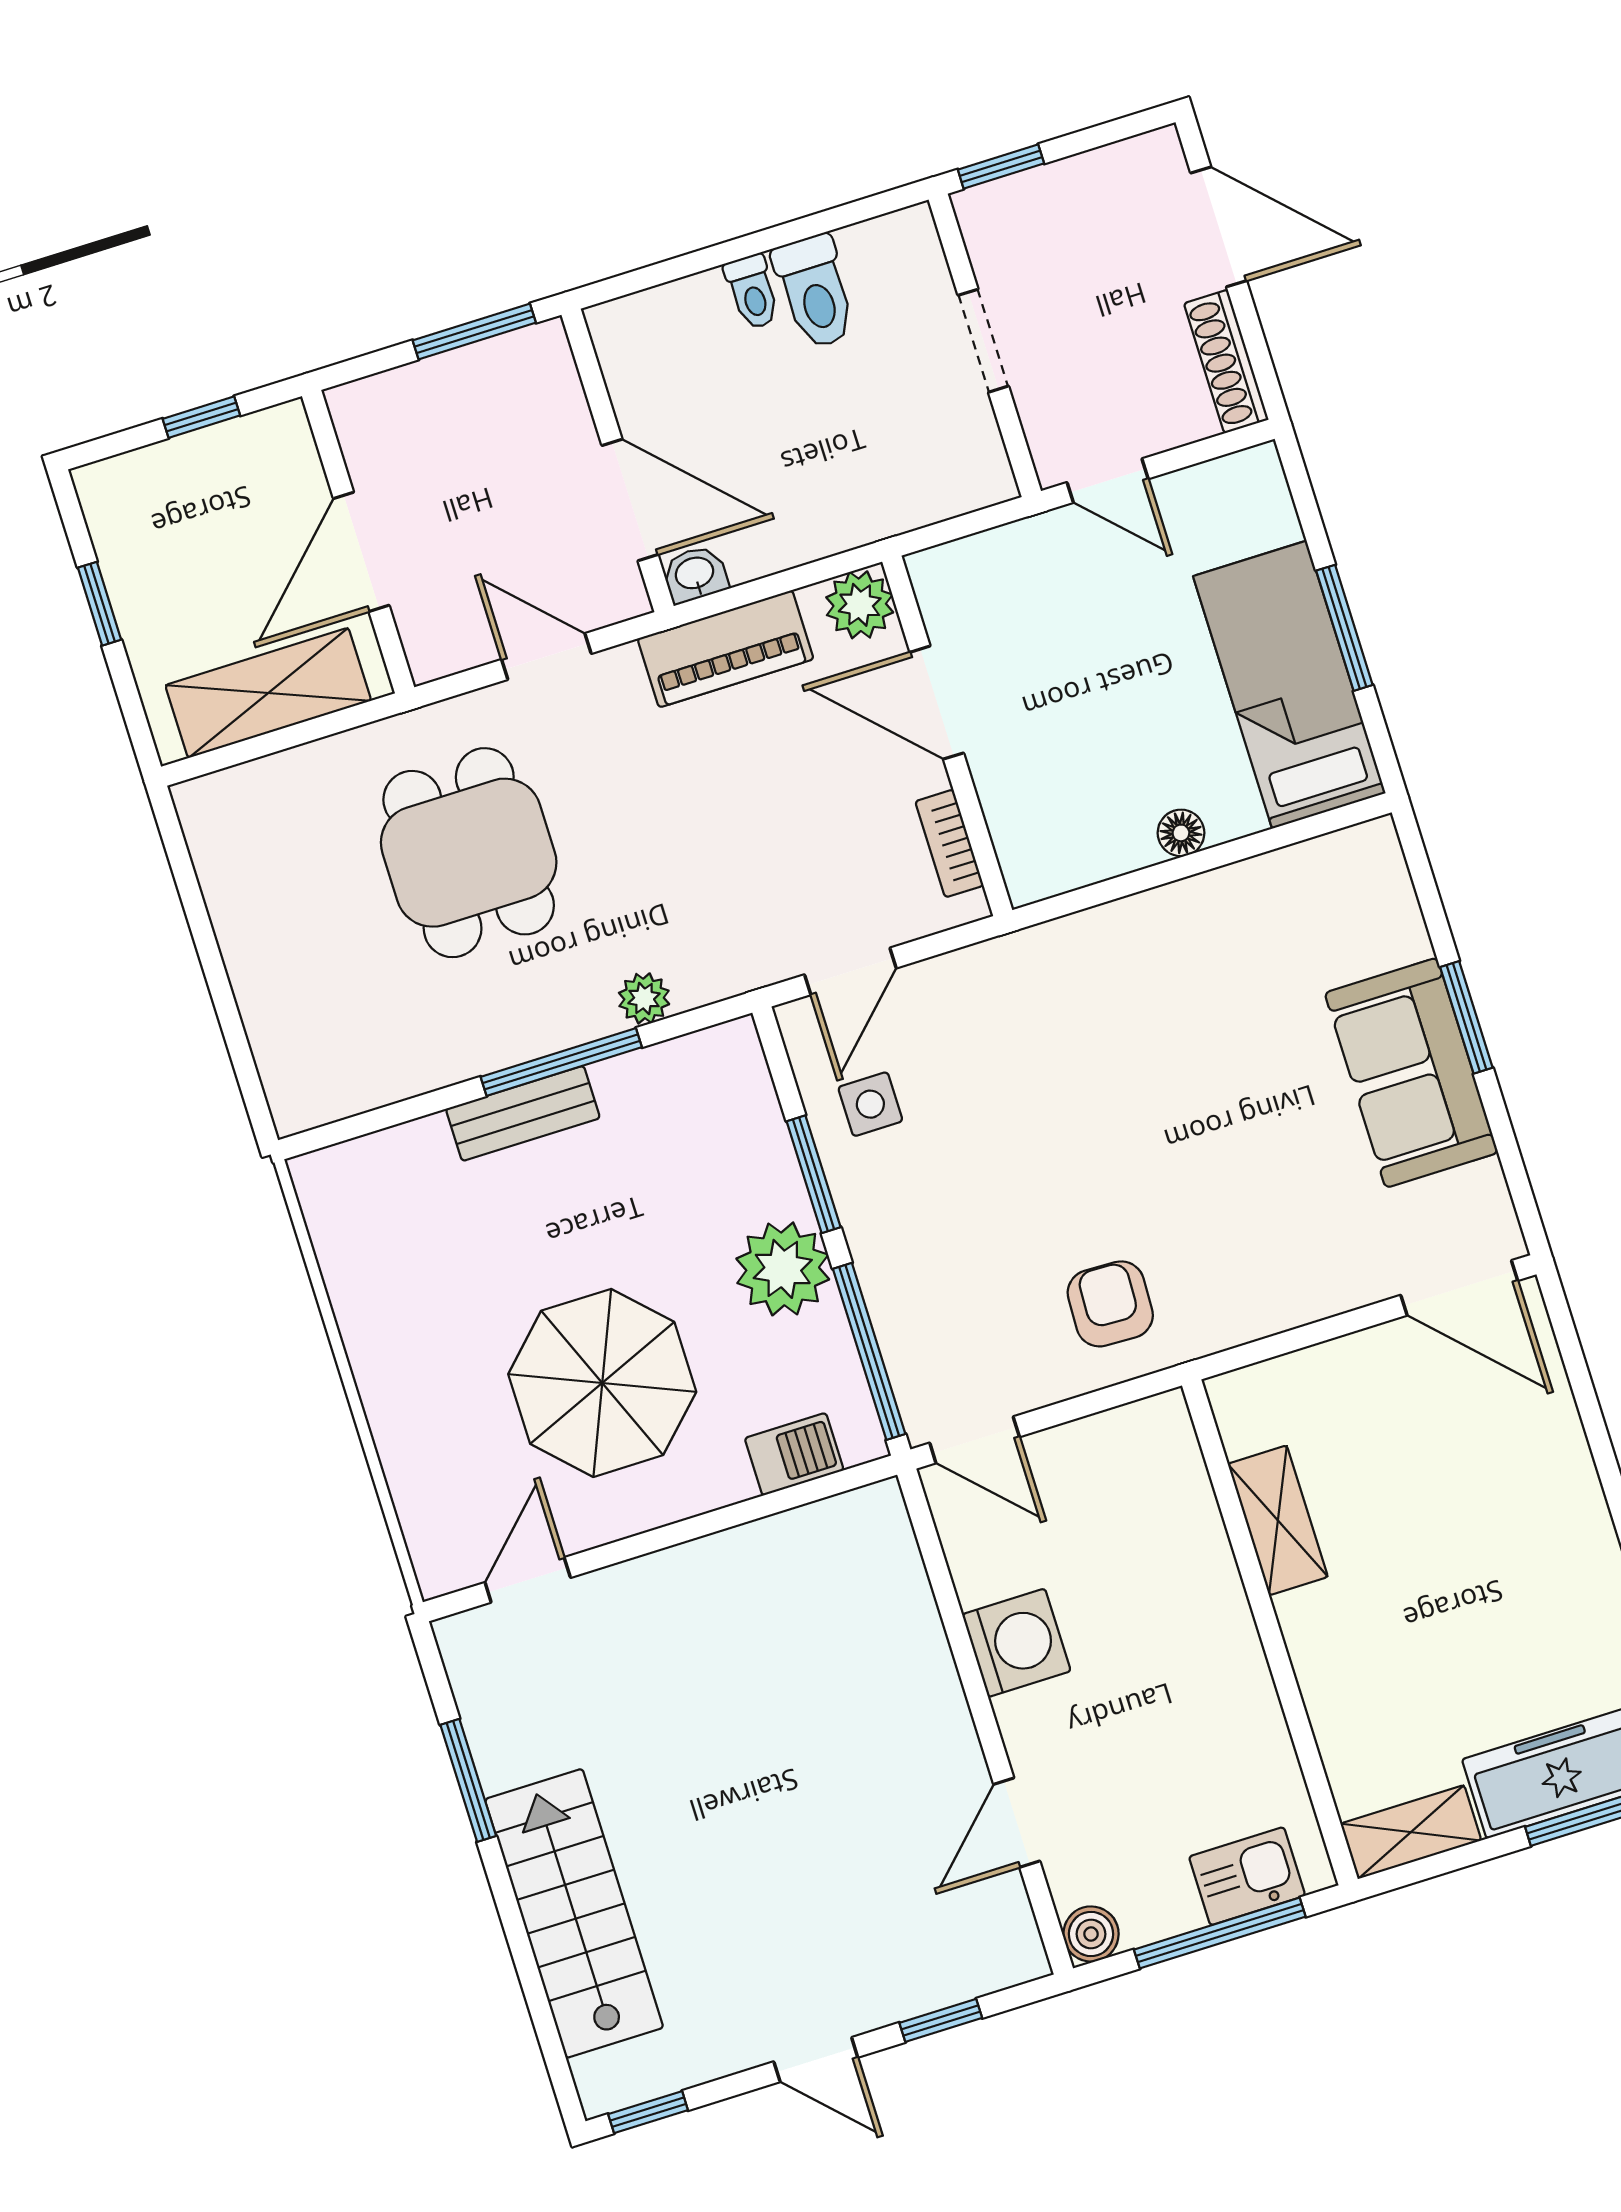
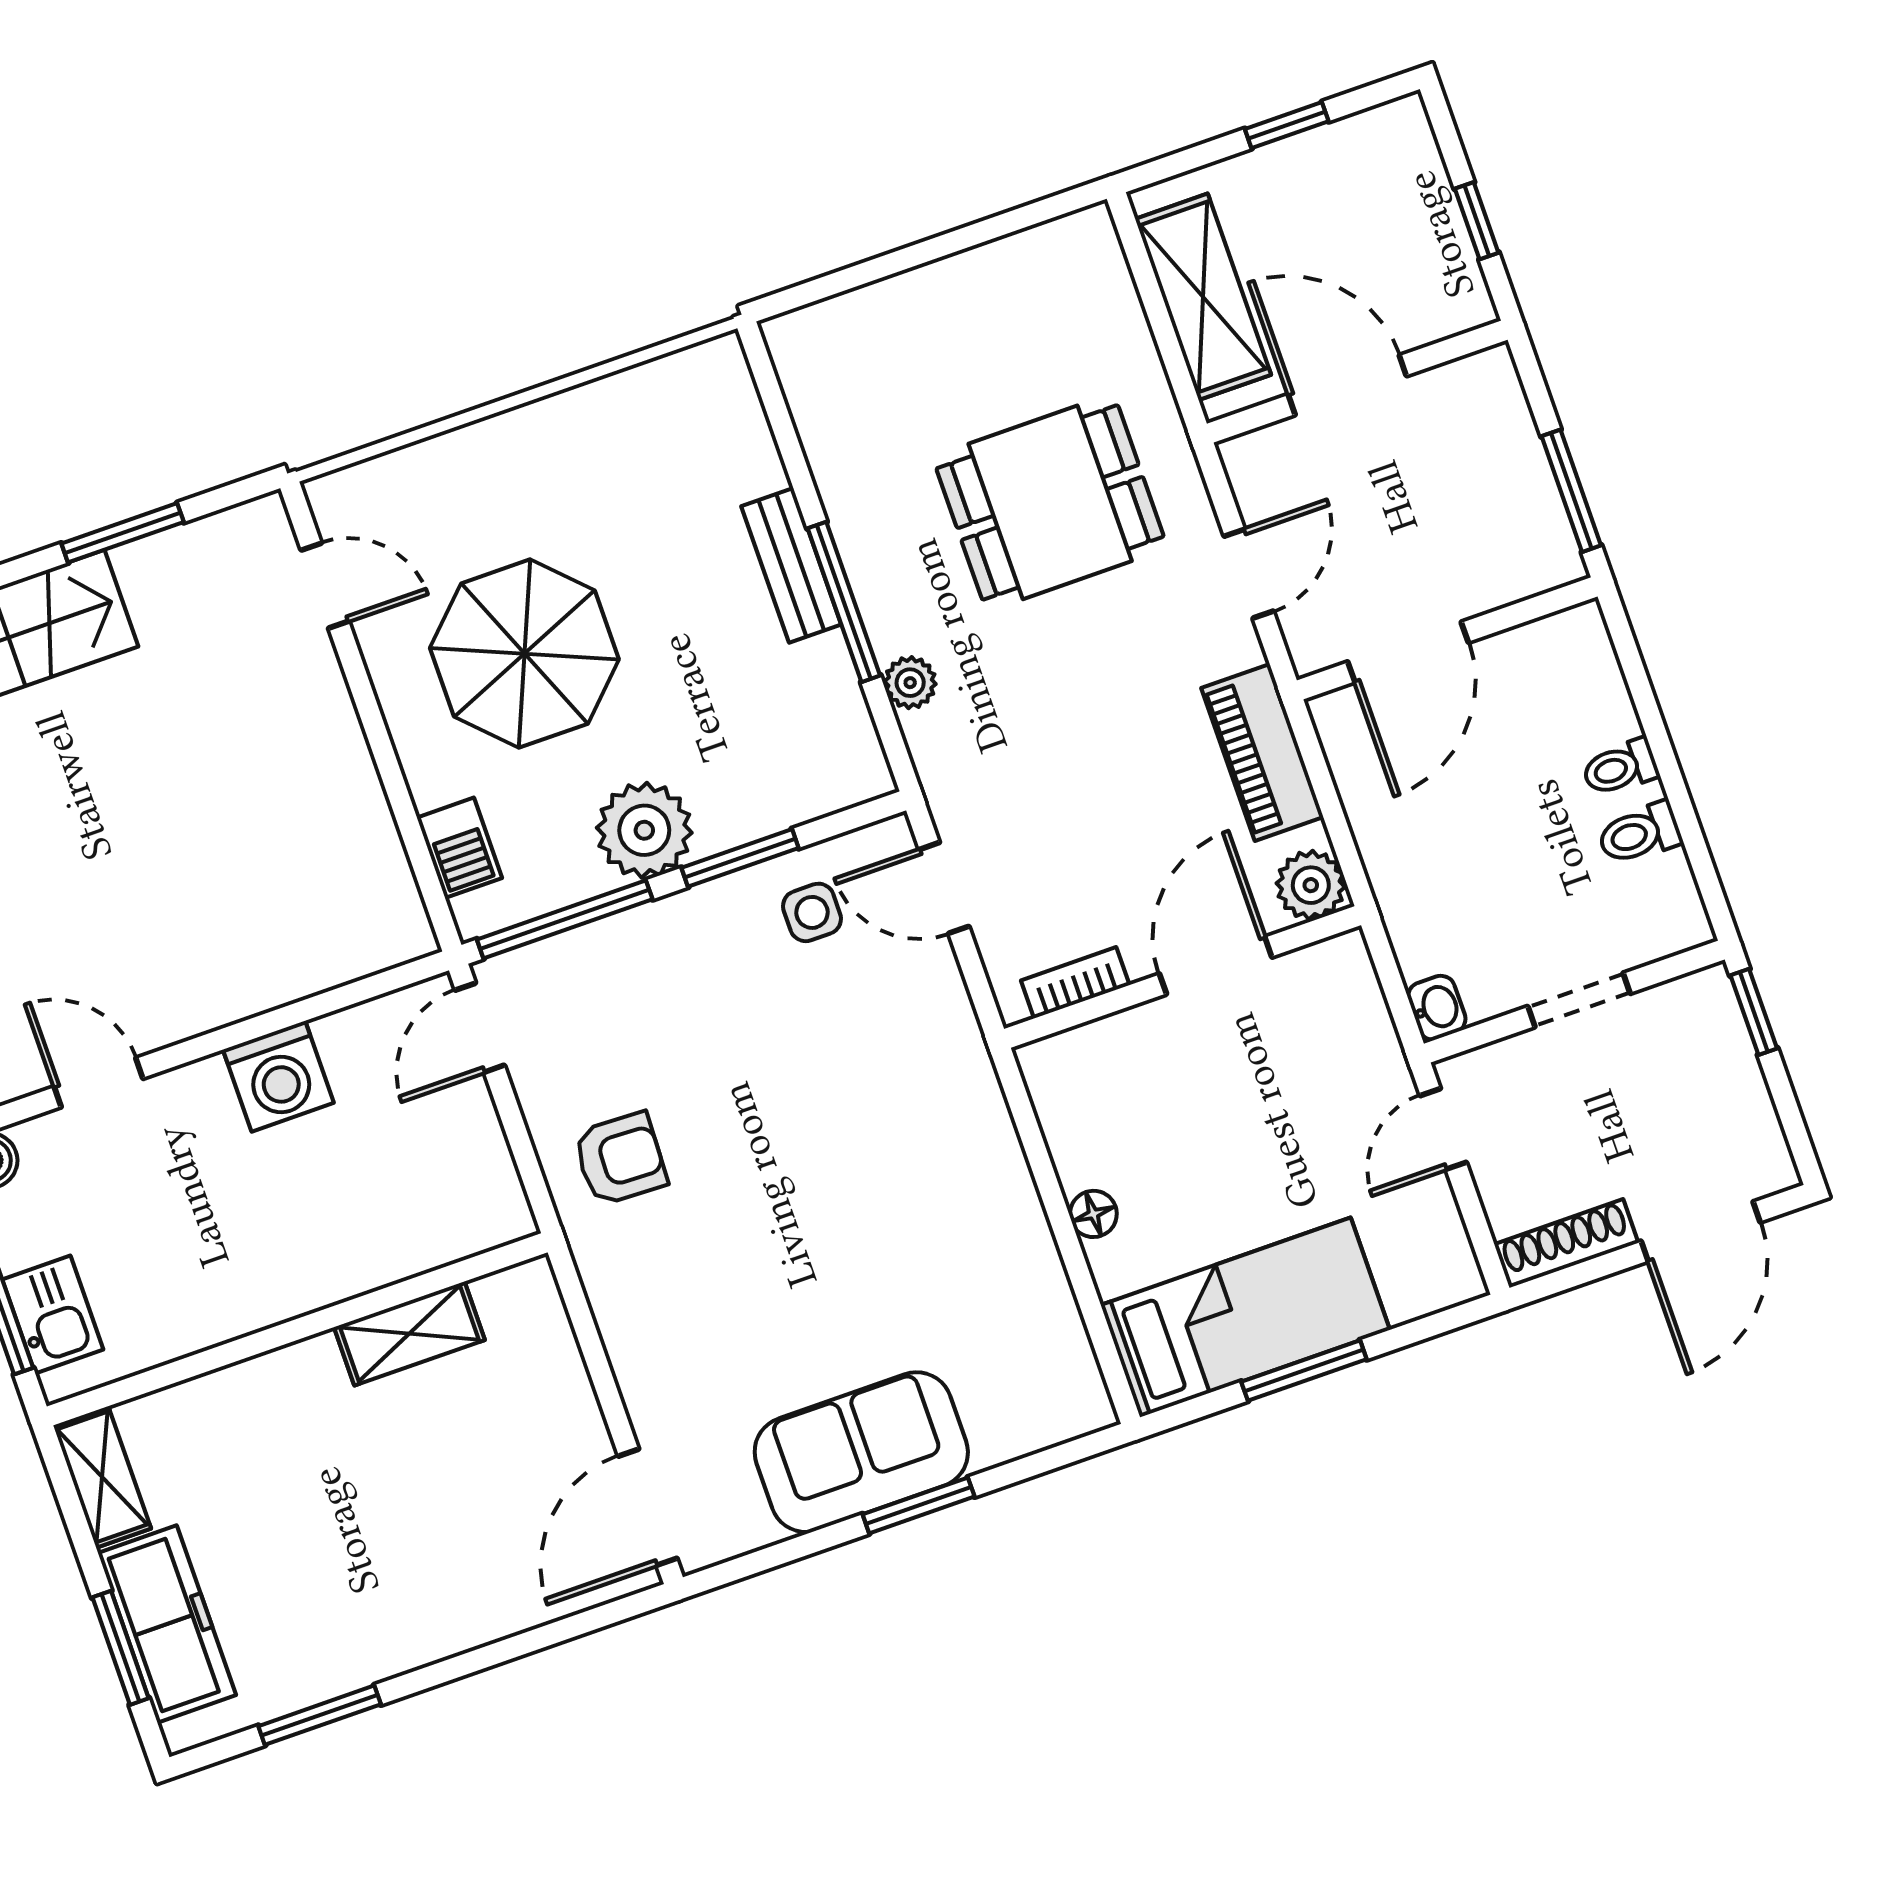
toilet: (815, 292) -> (1639, 833), width x0.73, depth x0.72
washbasin: (695, 574) -> (1437, 1008), moved

